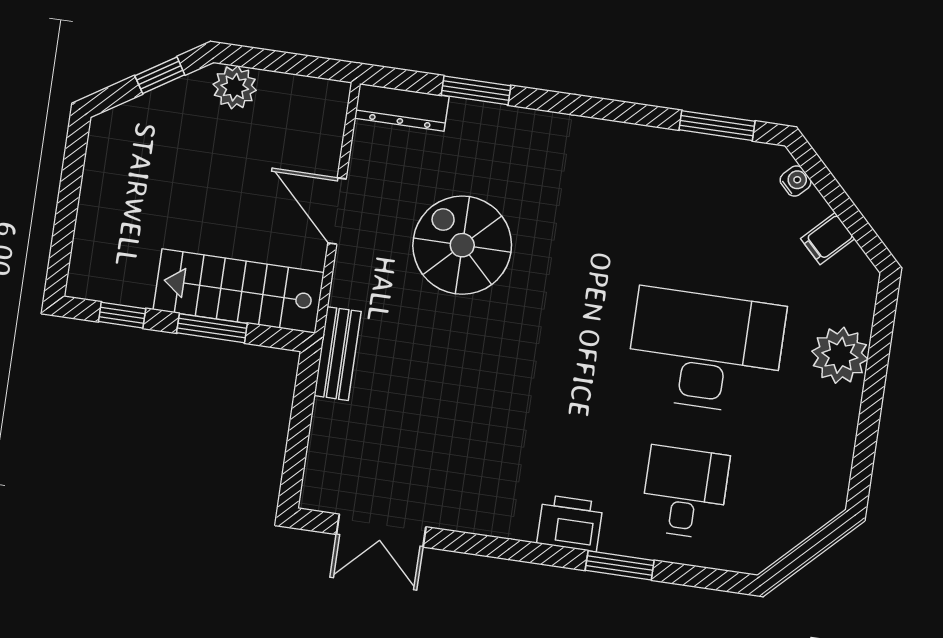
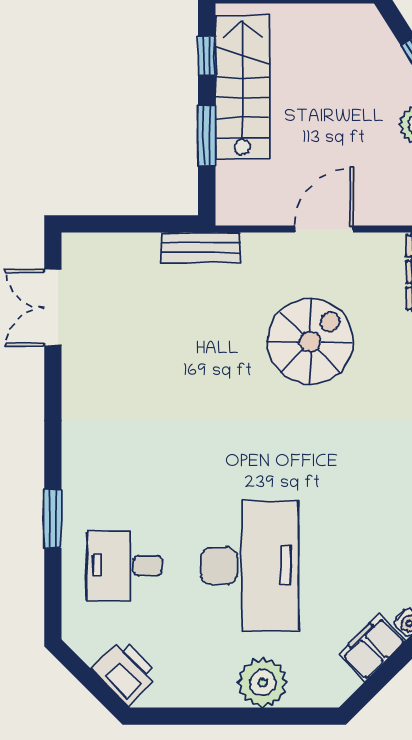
filing cabinet: (828, 239) -> (372, 647), width x2.00
stairs: (239, 291) -> (242, 87), moved
desk: (685, 492) -> (124, 566), turned 180
printer: (570, 523) -> (125, 672), moved, turned -45

